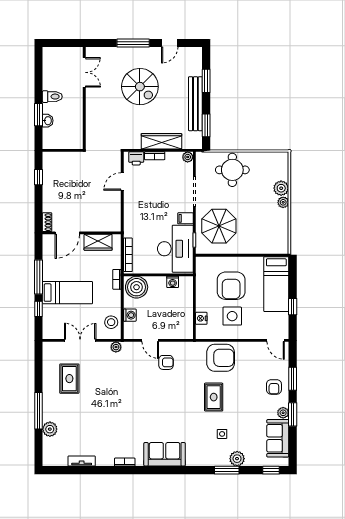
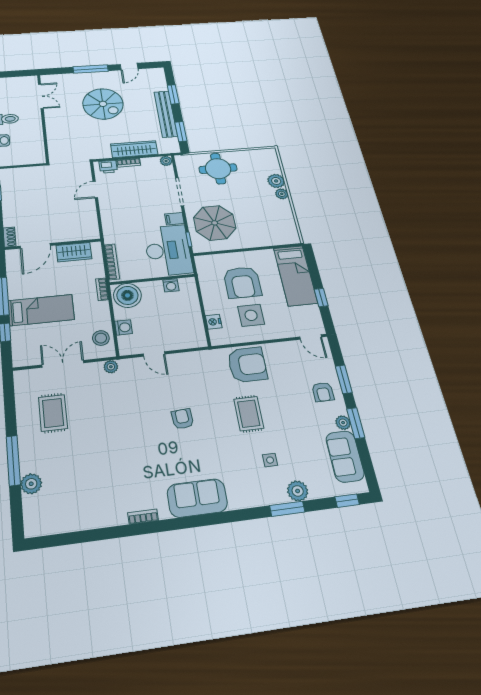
armchair: (166, 362) -> (183, 419), moved, turned -94
tv unit: (82, 461) -> (81, 523), removed

